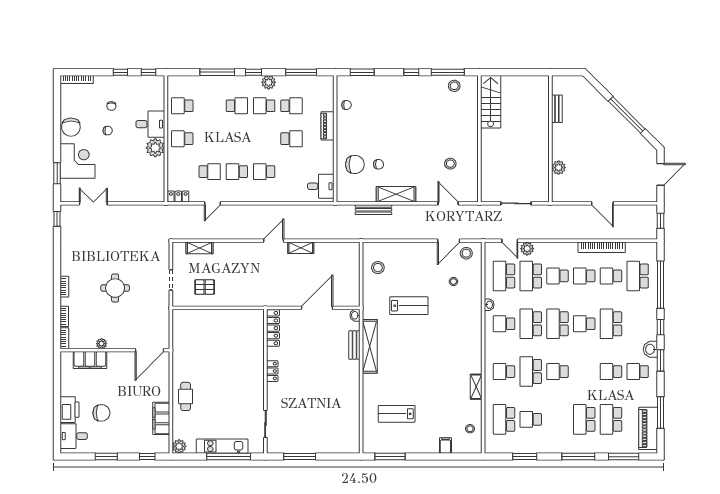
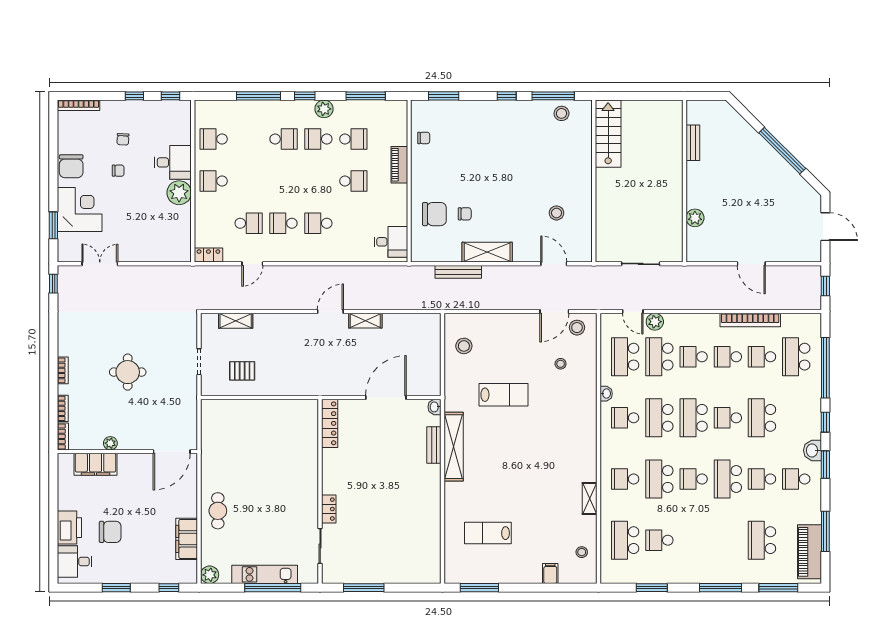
door: (660, 174) -> (825, 227), hinge flipped
locker: (272, 371) -> (329, 509), moved
school desk: (584, 419) -> (728, 479), moved

